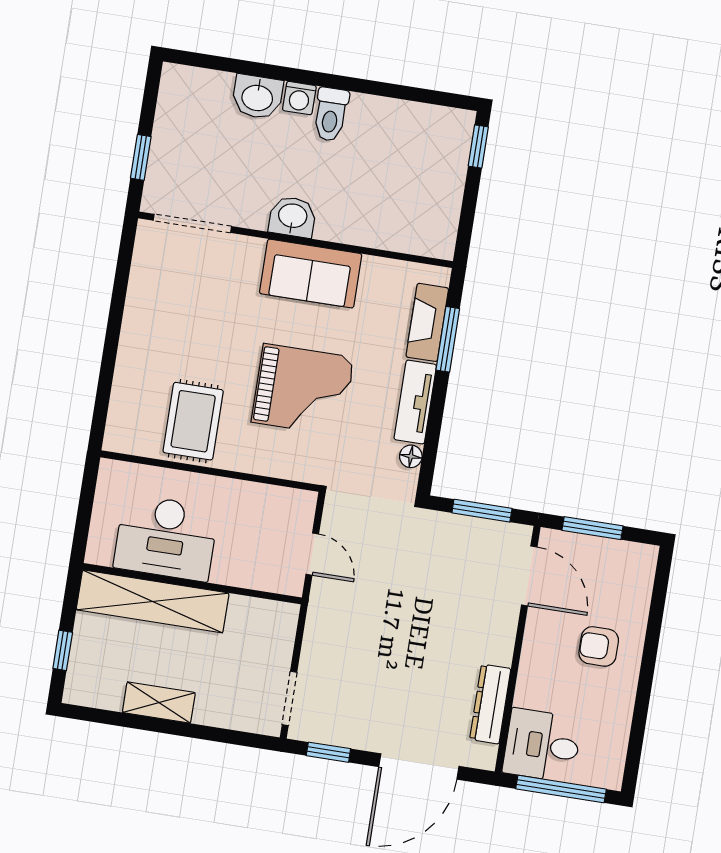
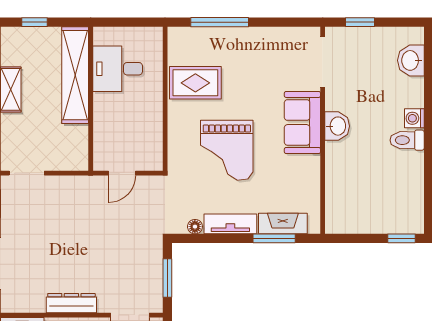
washbasin: (257, 97) -> (411, 60), moved
sofa: (311, 274) -> (302, 122), moved
window: (107, 370) -> (220, 22), added
desk: (166, 538) -> (118, 69), width x0.73
dresser: (490, 704) -> (71, 303), moved

